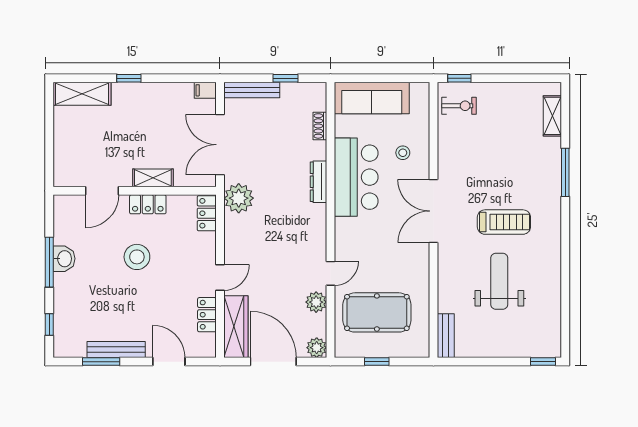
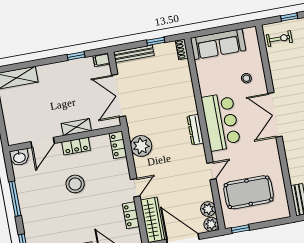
window: (129, 78) -> (76, 56), moved
window: (459, 78) -> (289, 17), moved
shoe rack: (320, 126) -> (182, 49), moved
bar counter: (356, 177) -> (221, 122), moved
dresser: (318, 182) -> (195, 130), moved
plant: (239, 198) -> (141, 146), moved
washbasin: (64, 259) -> (19, 157), moved, turned 90
plant: (316, 302) -> (208, 209), moved
window: (377, 362) -> (240, 229), moved

